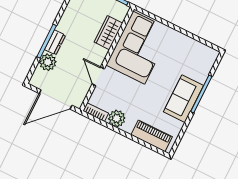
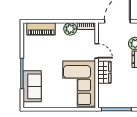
wardrobe: (108, 33) -> (104, 72), moved
sofa: (183, 99) -> (32, 86), moved

